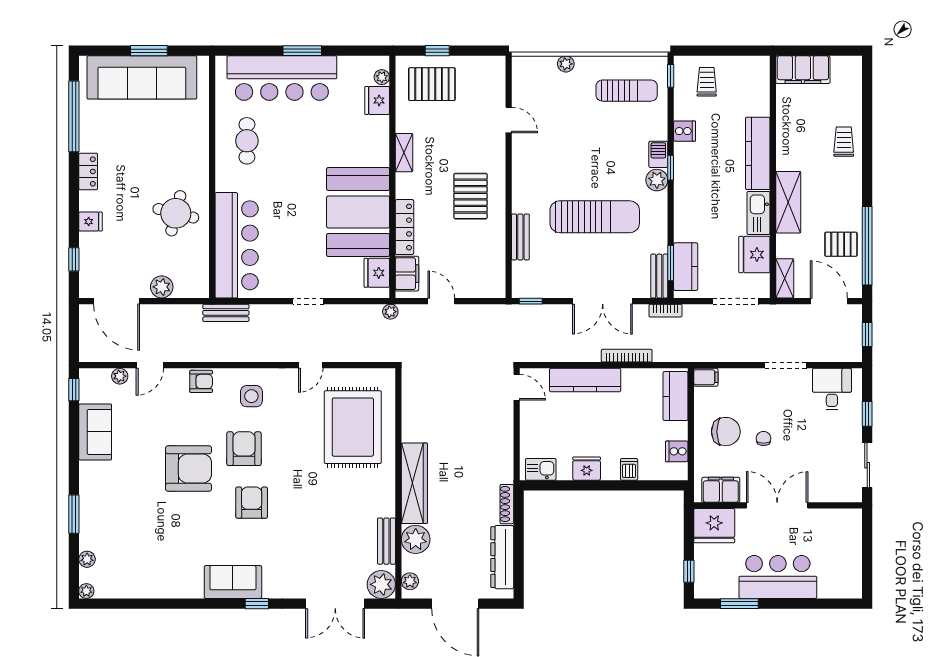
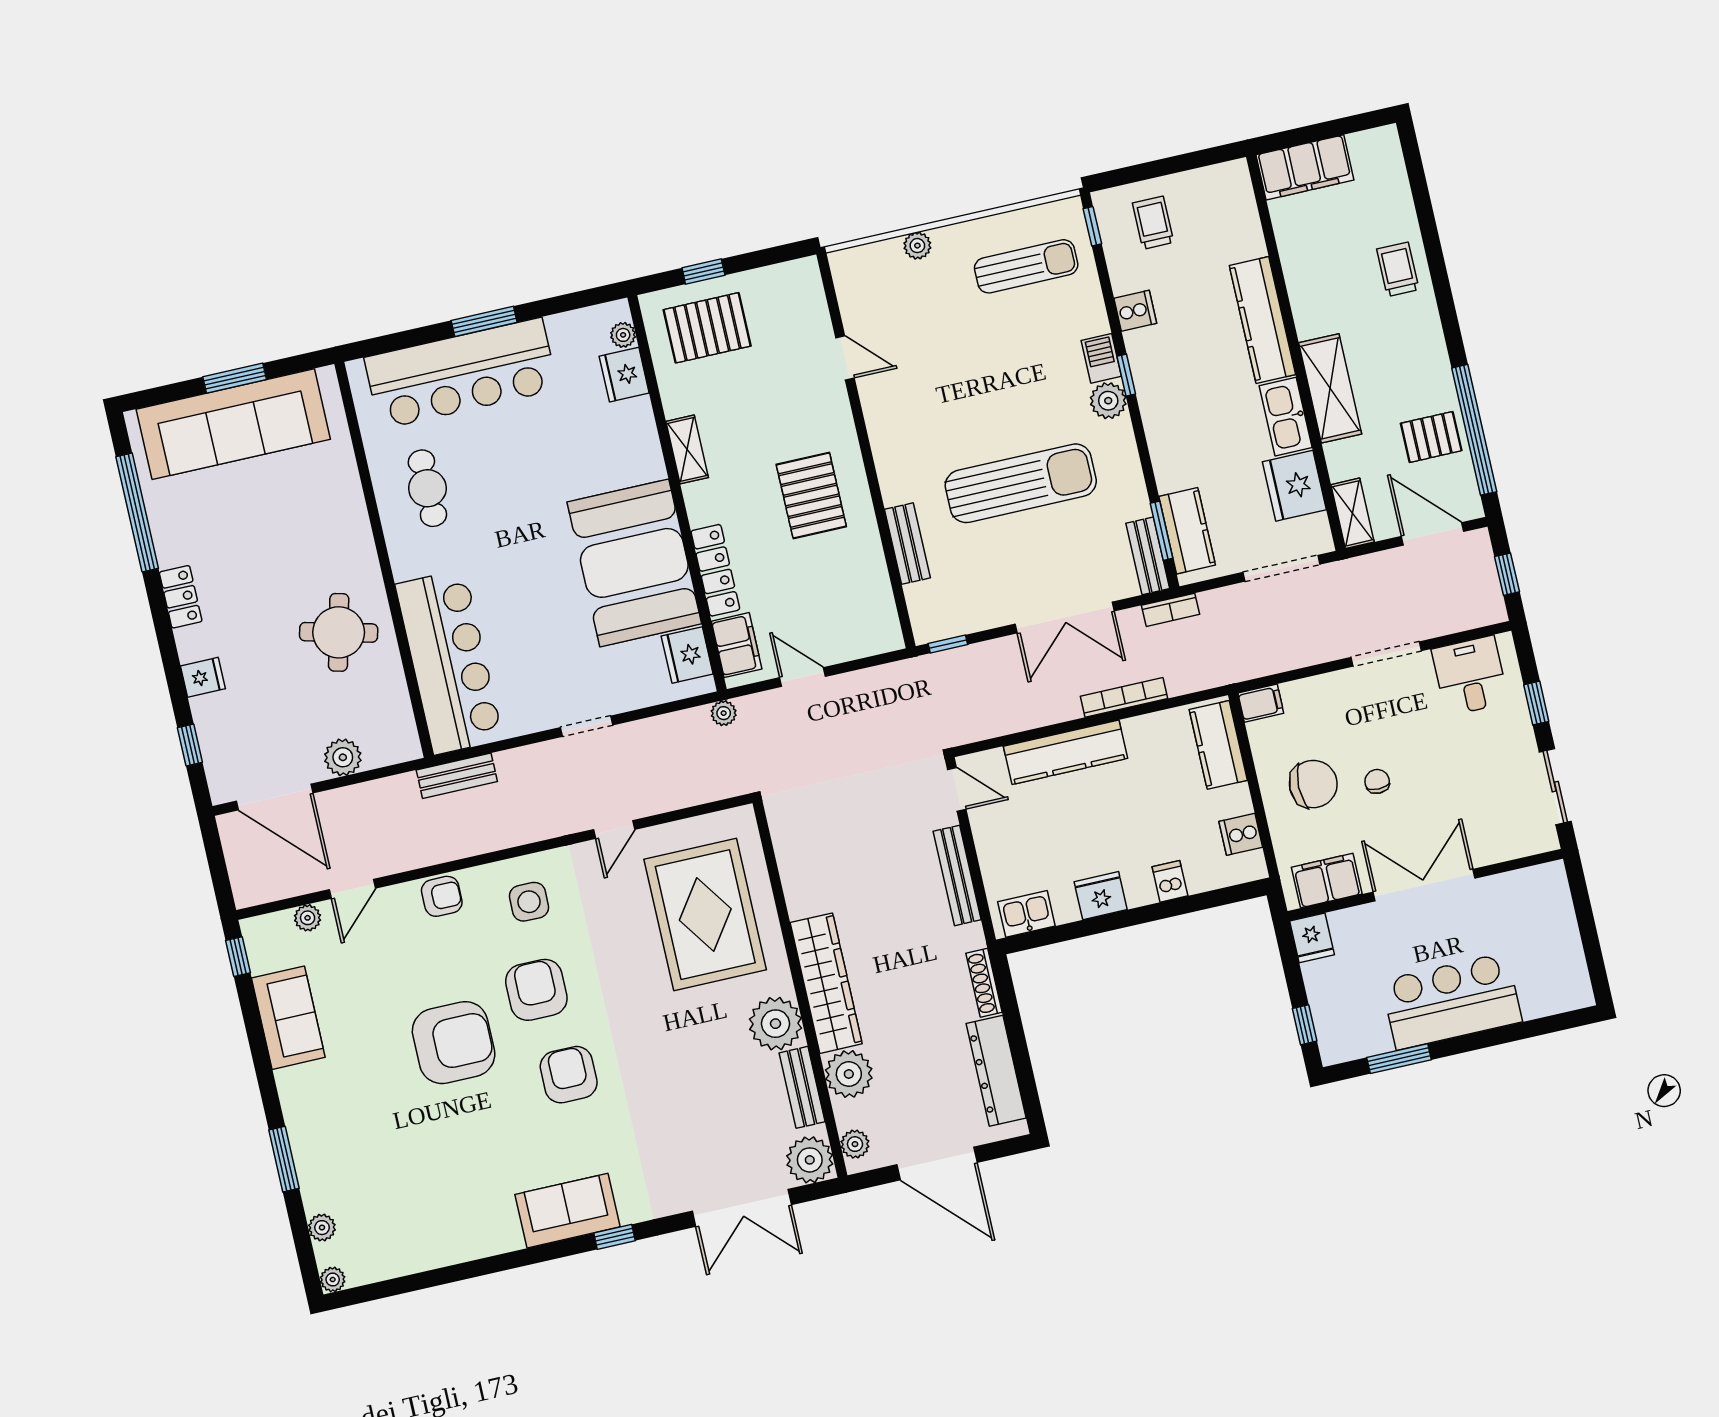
bench: (505, 438) -> (957, 875), added
plant: (379, 500) -> (776, 1024), added
fridge: (714, 526) -> (1312, 938), width x0.53, depth x0.75

